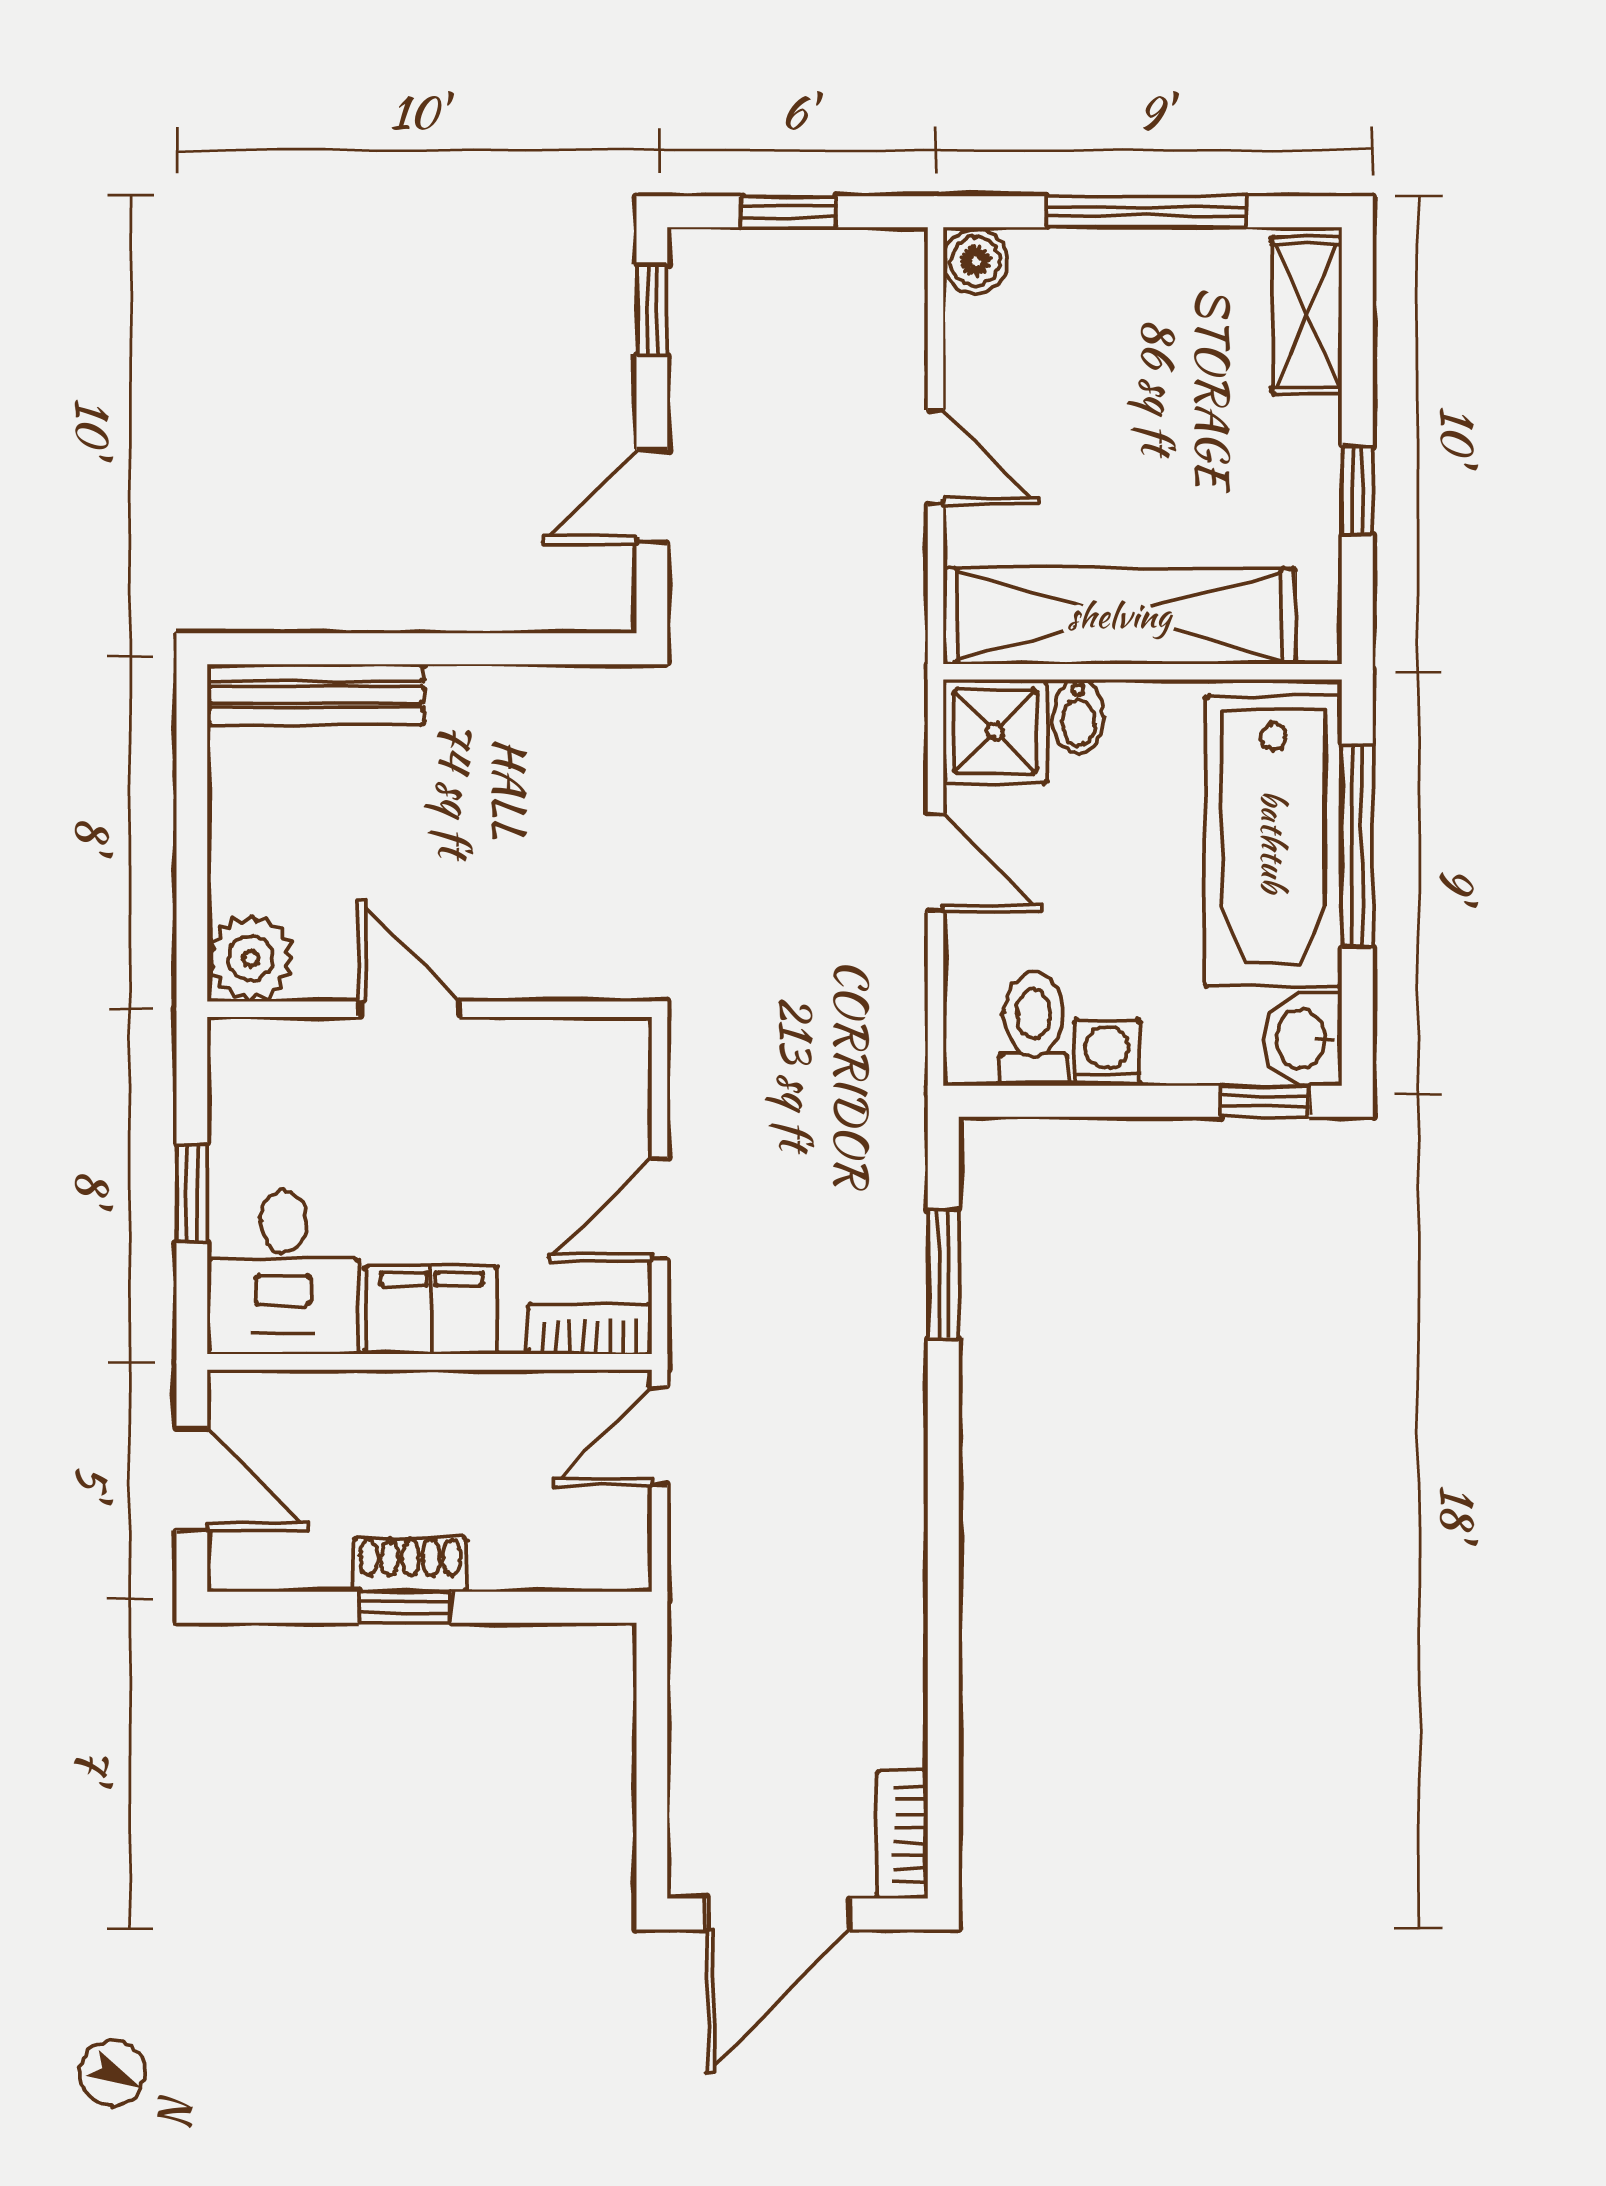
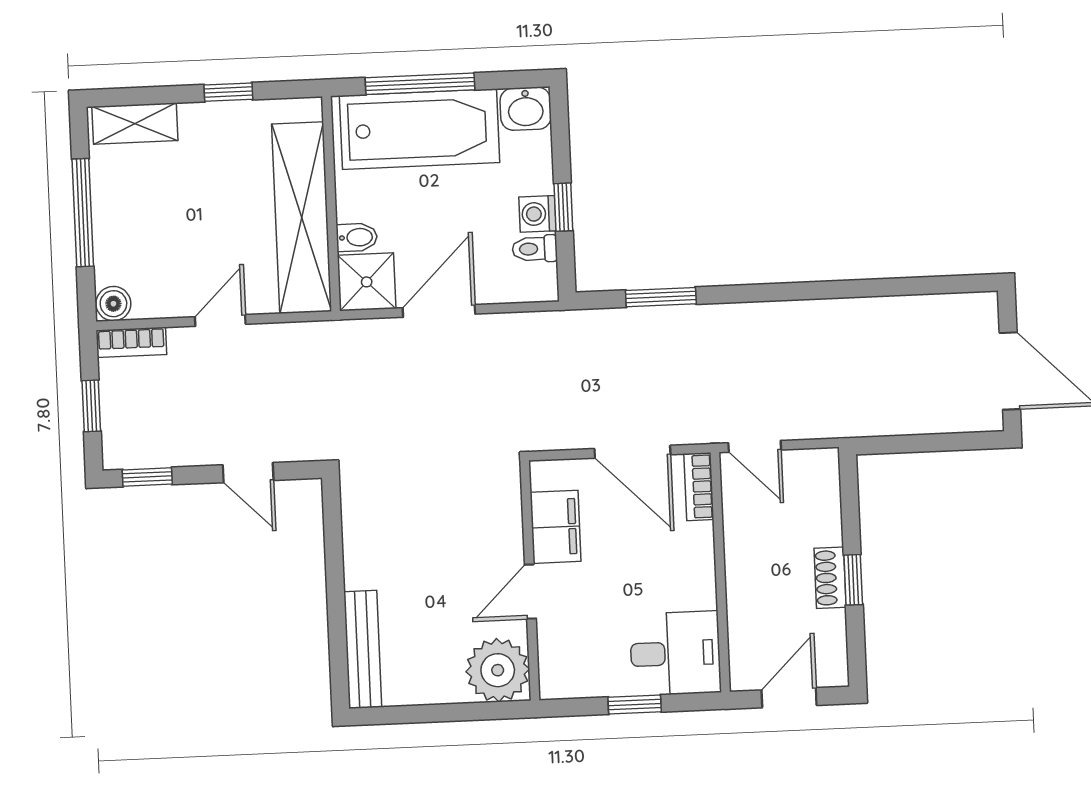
door: (936, 863) -> (439, 311), width x1.38
plant: (251, 958) -> (498, 670), width x1.36, depth x1.36
toilet: (1033, 1029) -> (535, 249), width x0.73, depth x0.72
window: (1265, 1101) -> (563, 207), moved
door: (660, 1209) -> (632, 452), width x1.38
filing cabinet: (431, 1310) -> (556, 527), moved, turned 180
bookcase: (902, 1835) -> (131, 342), moved

